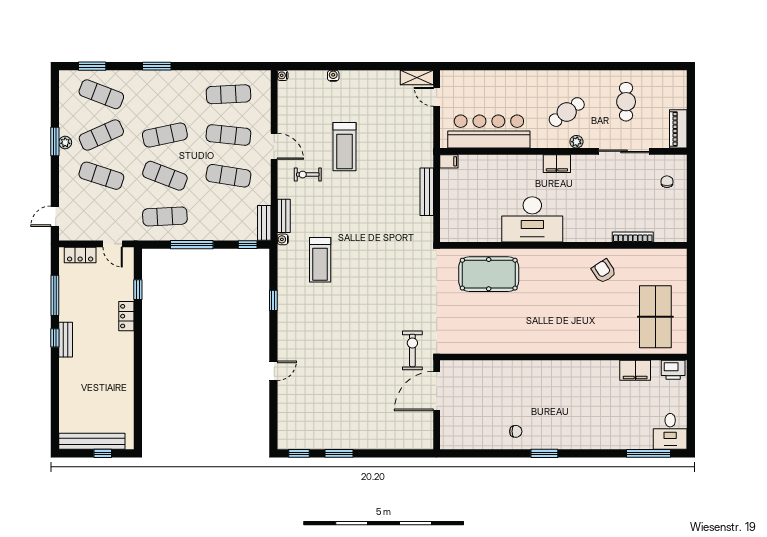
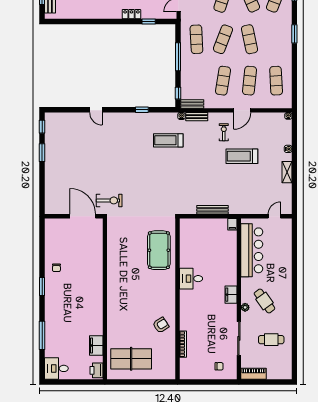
shelving: (417, 78) -> (287, 172), moved
desk: (532, 219) -> (191, 279), width x0.53, depth x0.77
window: (648, 453) -> (42, 335), moved

